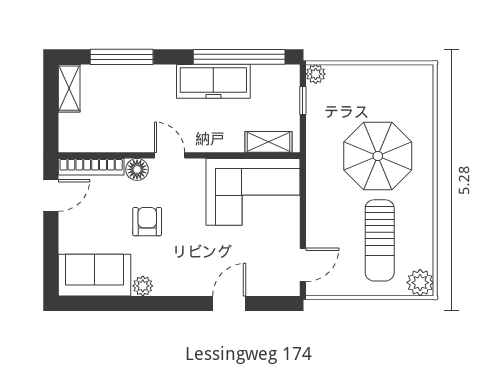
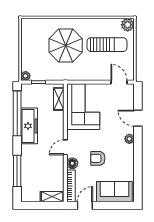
shelving: (69, 88) -> (52, 197), moved
door: (51, 195) -> (85, 206), hinge flipped
sofa: (95, 275) -> (114, 192), moved, turned 90
plant: (143, 286) -> (129, 139), moved

